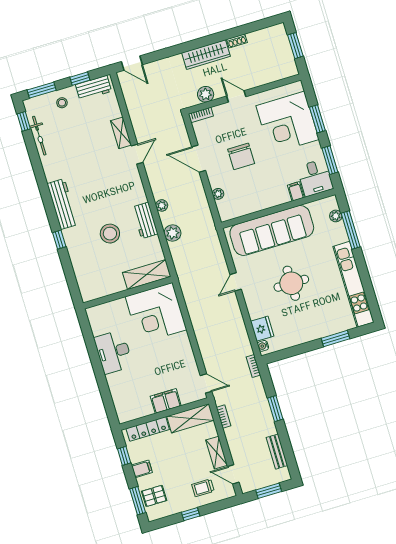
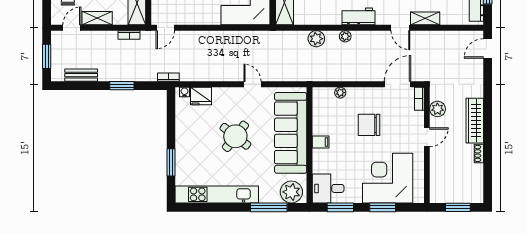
door: (199, 159) -> (398, 84), moved
filing cabinet: (296, 191) -> (321, 142), moved
plant: (336, 216) -> (291, 192), width x1.88, depth x1.88
workbench: (145, 220) -> (358, 16), moved
round table: (291, 283) -> (235, 136), turned 38

